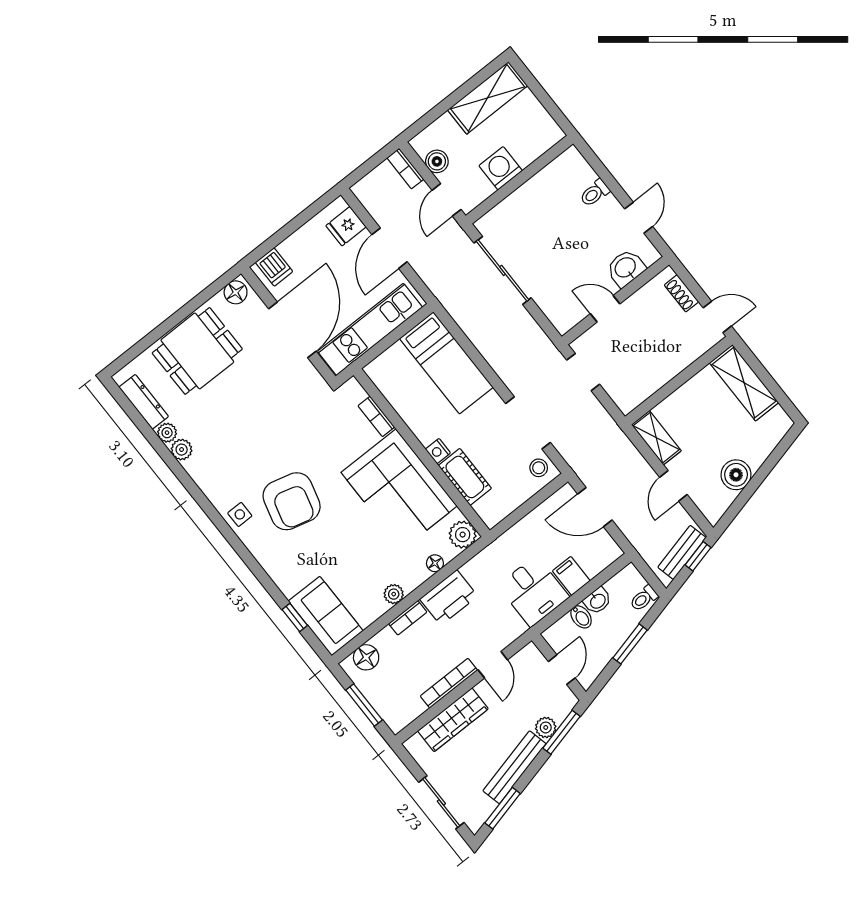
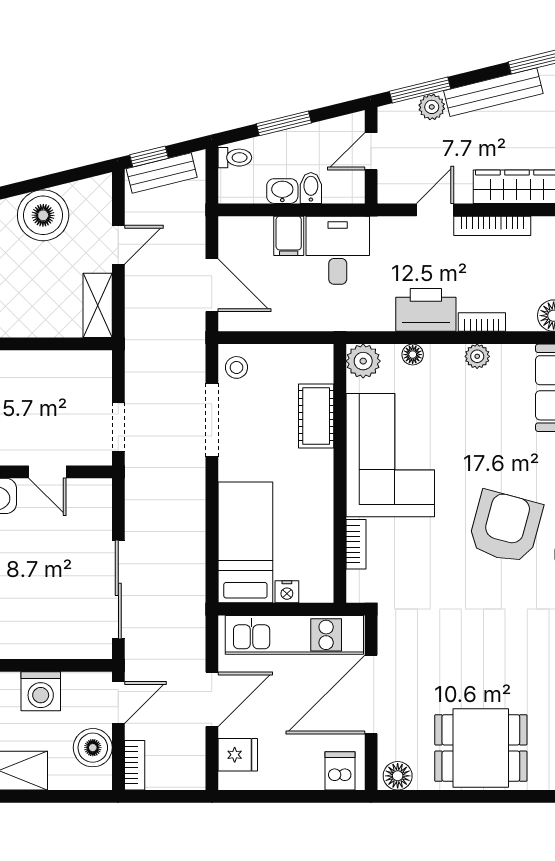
boiler: (437, 161) -> (93, 748), width x1.36, depth x1.36
nightstand: (438, 451) -> (287, 592), moved, turned 90
boiler: (736, 475) -> (43, 215), width x1.37, depth x1.37

